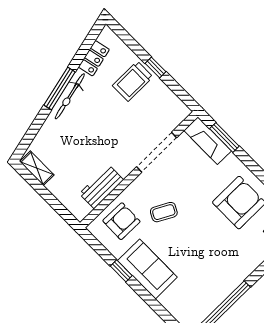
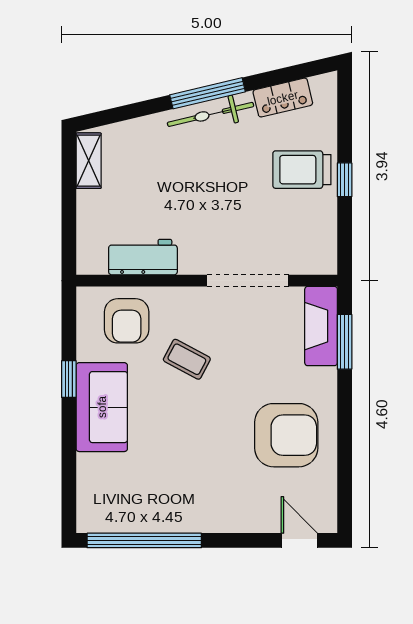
armchair: (121, 221) -> (127, 321), turned 89

